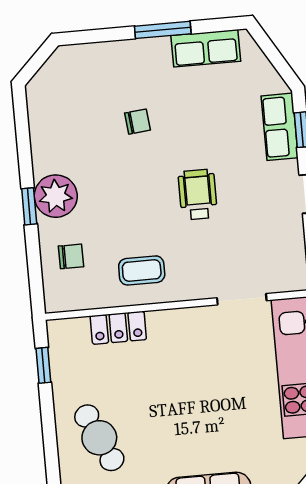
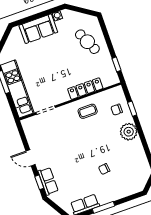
wheelchair: (198, 194) -> (73, 147), removed
window: (29, 206) -> (132, 109), moved
locker: (118, 328) -> (85, 89), width x1.53

